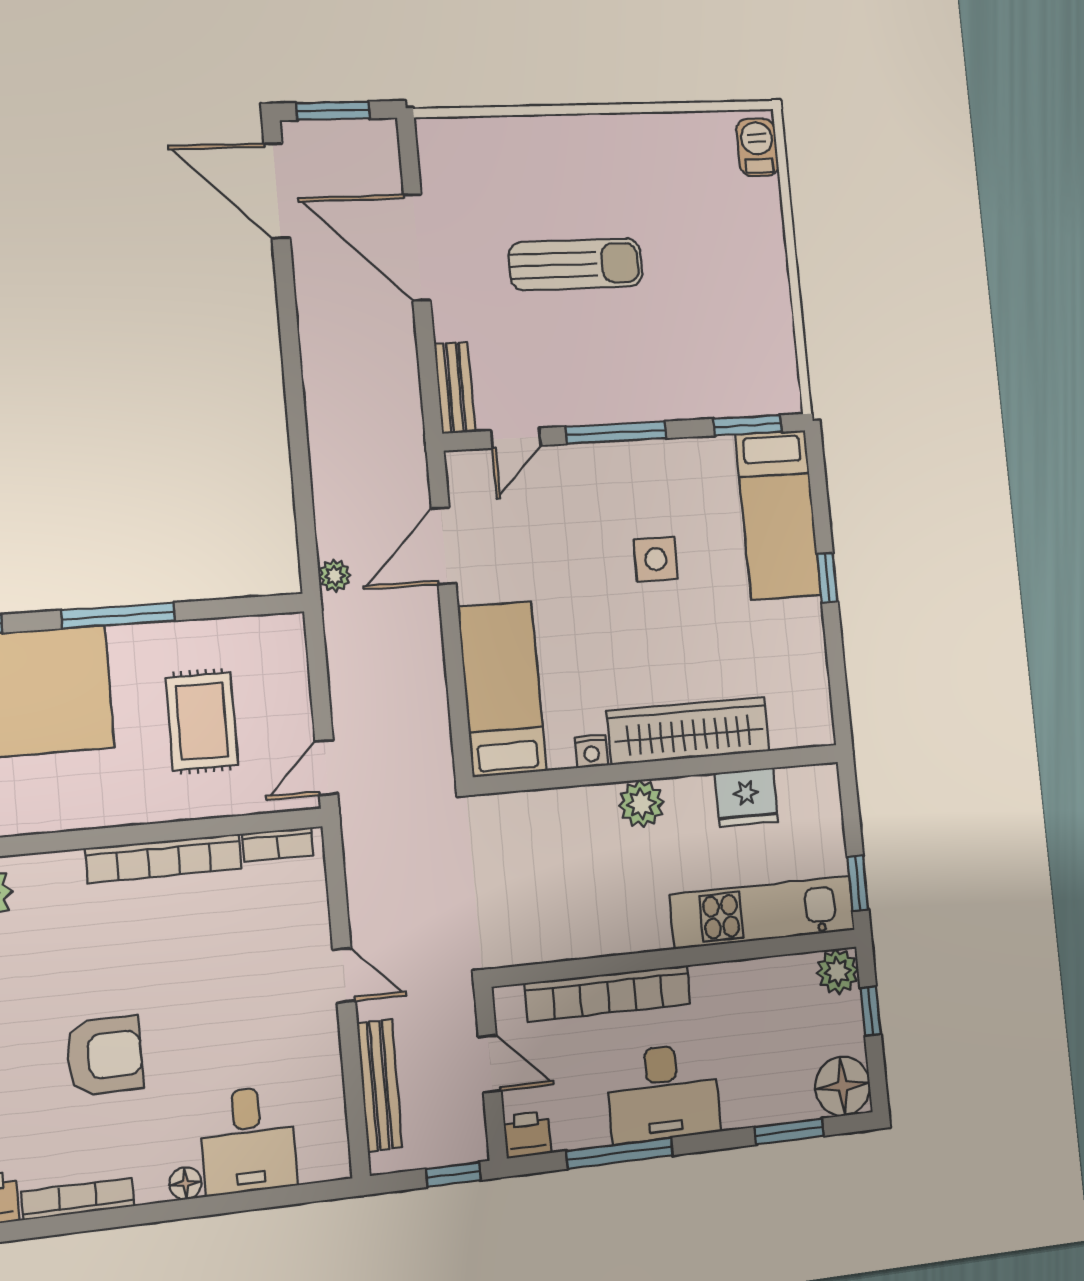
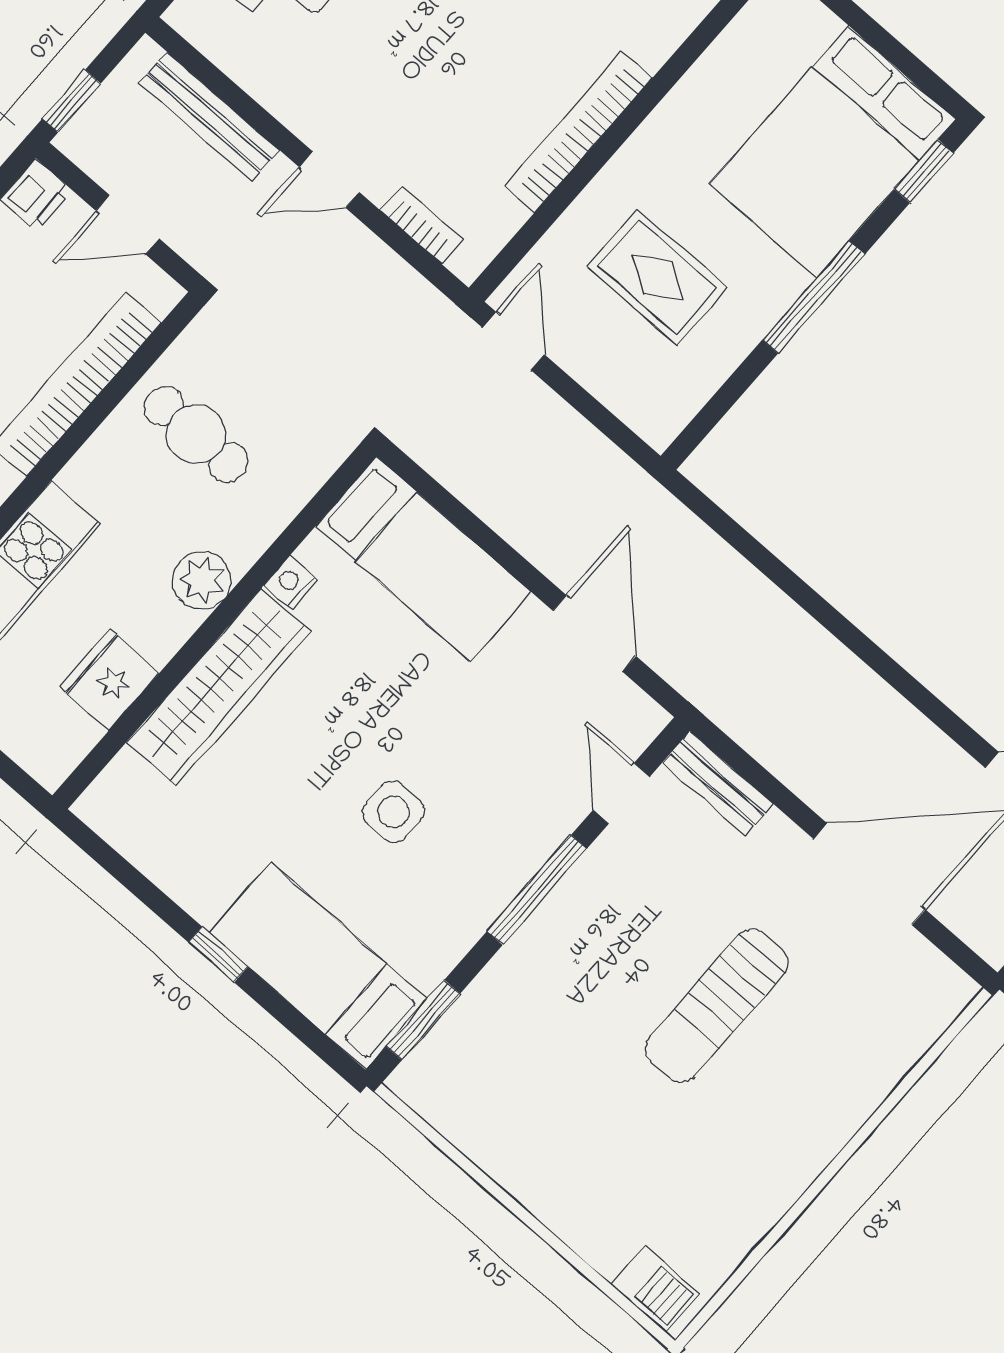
plant: (335, 576) -> (664, 512), removed
bookcase: (278, 844) -> (422, 225), moved, turned 90
cafe table: (566, 895) -> (196, 434), added

